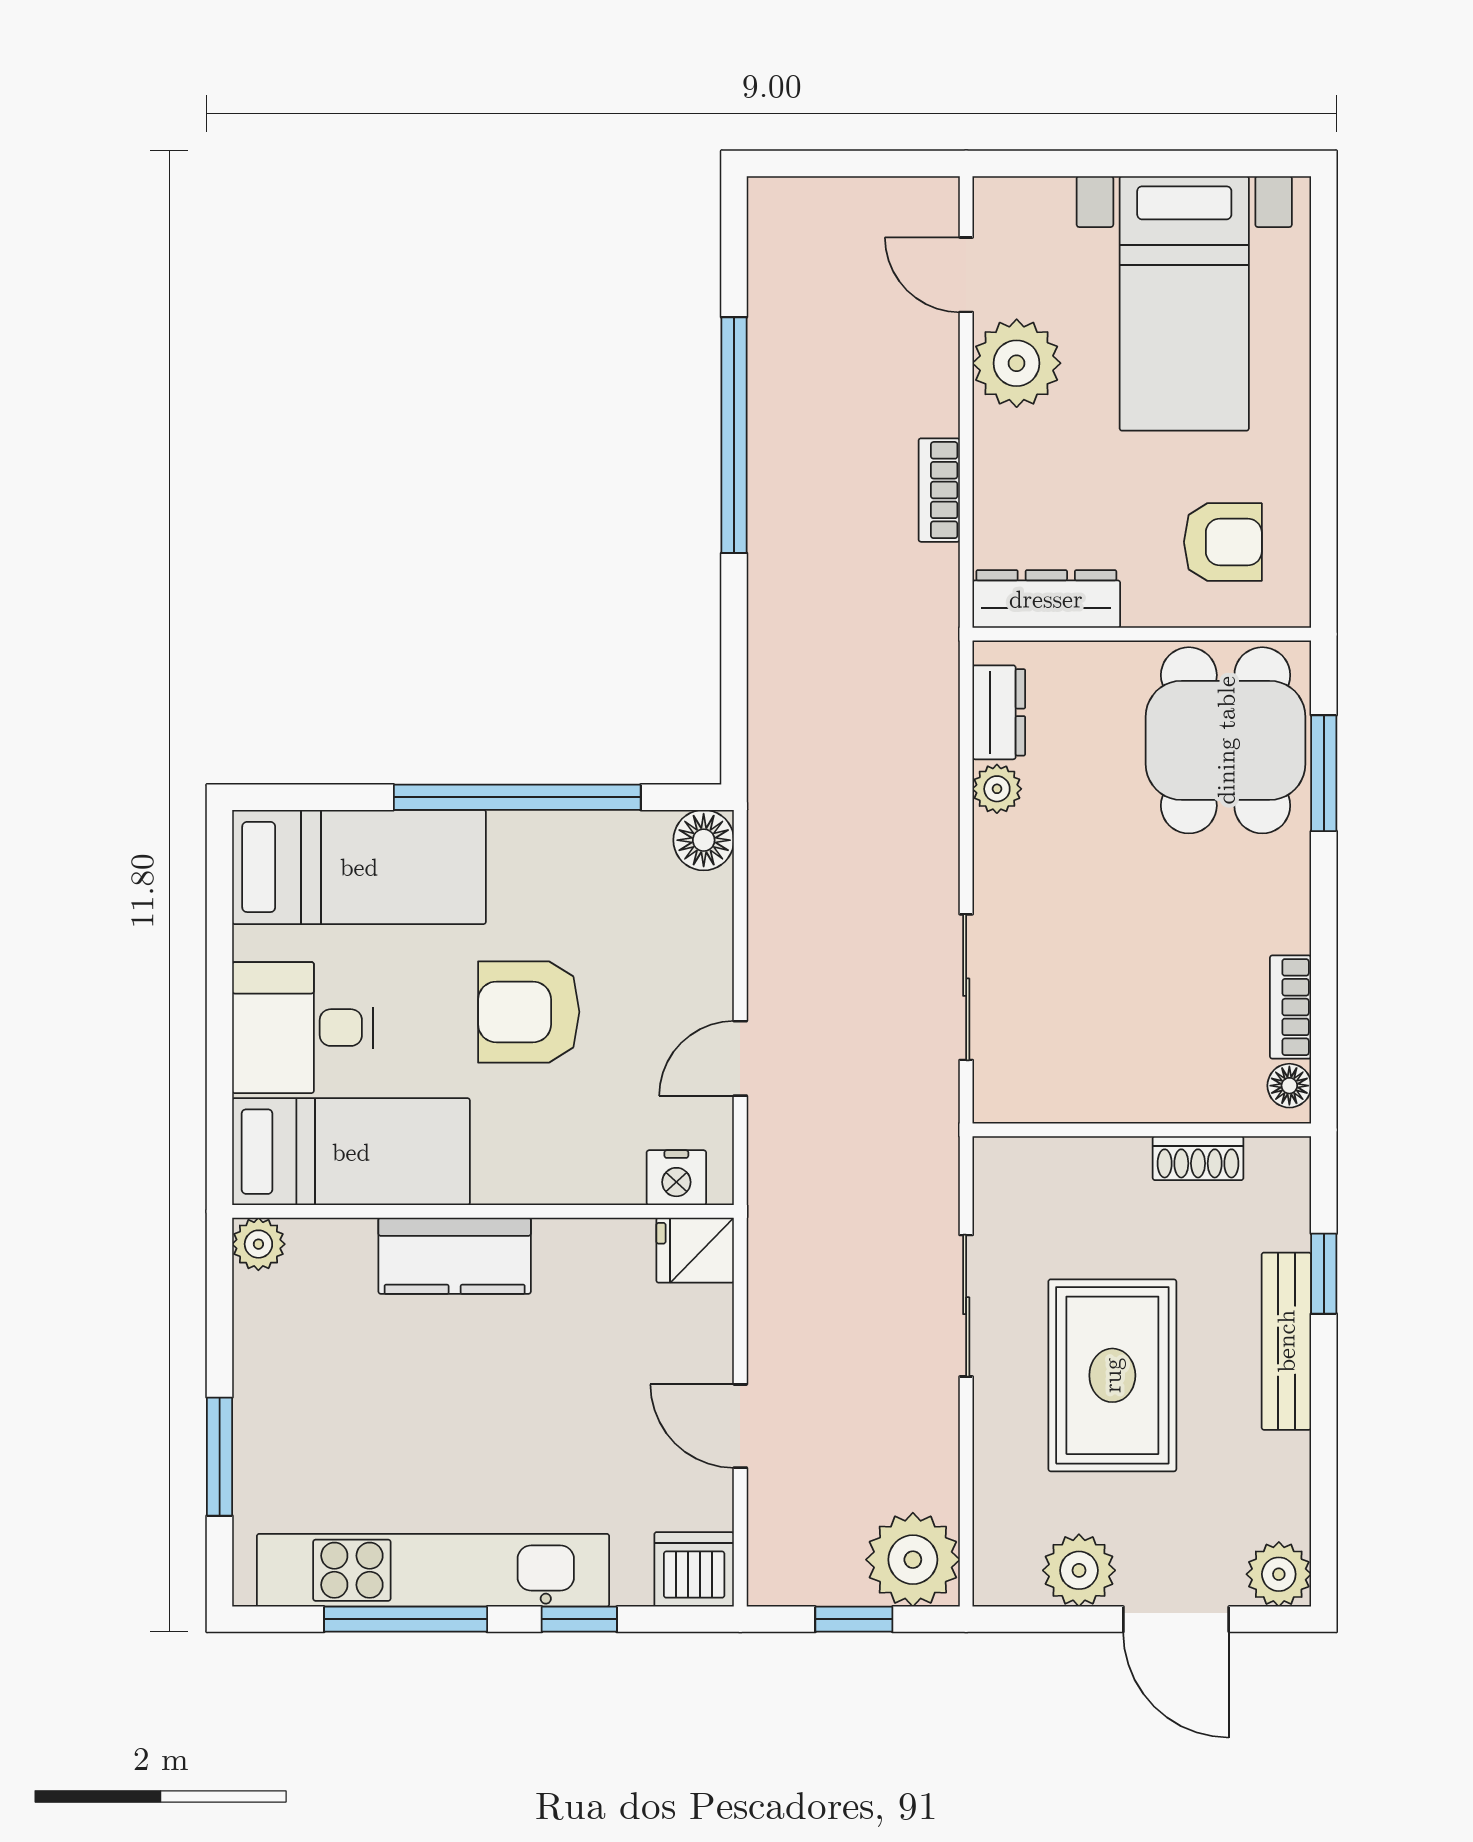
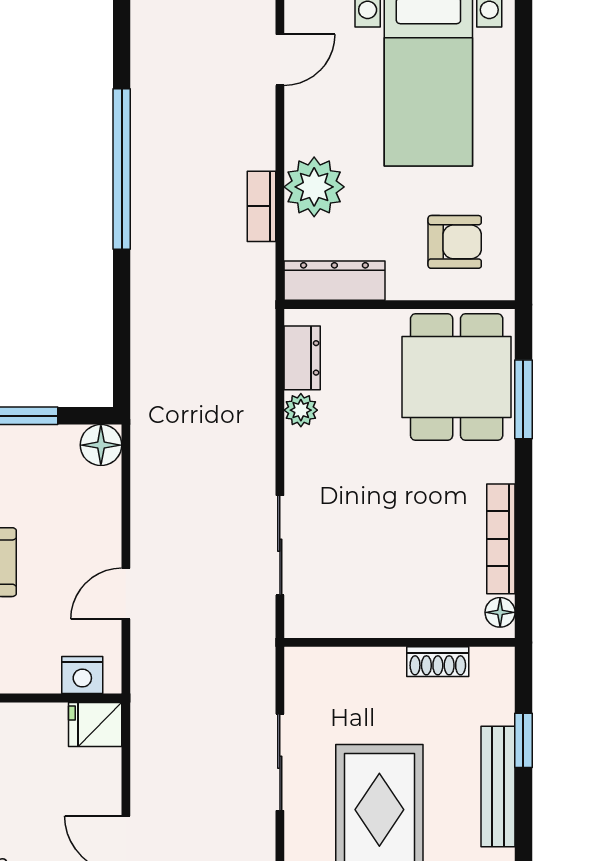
door: (966, 275) -> (280, 60), swing flipped
plant: (1017, 363) -> (314, 187), moved
bookcase: (1291, 1007) -> (501, 539), width x1.56

